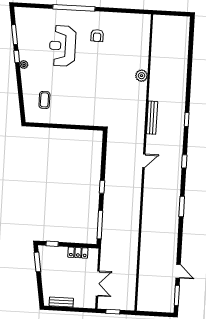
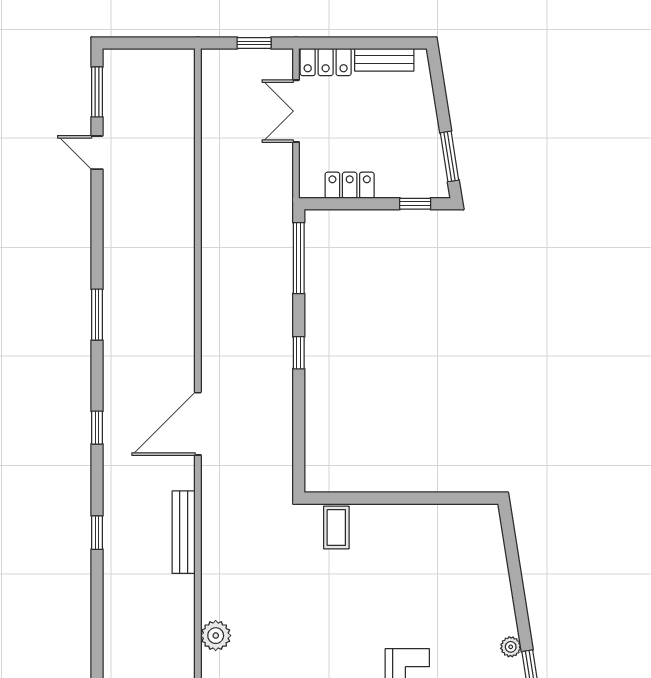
coffee table: (44, 100) -> (336, 528), moved
door: (144, 161) -> (198, 424), width x1.88
locker: (85, 302) -> (326, 62), added

